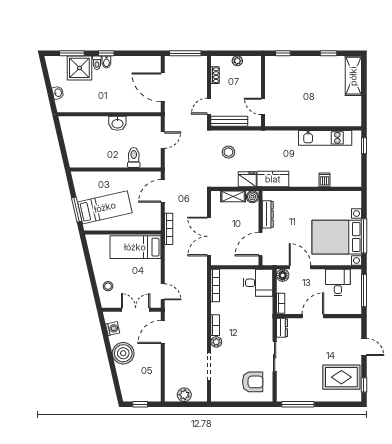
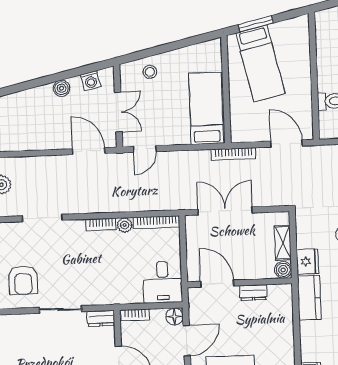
dresser: (268, 214) -> (253, 293), width x0.70
plant: (216, 342) -> (125, 225), moved
boiler: (123, 353) -> (61, 88), width x0.54, depth x0.54

